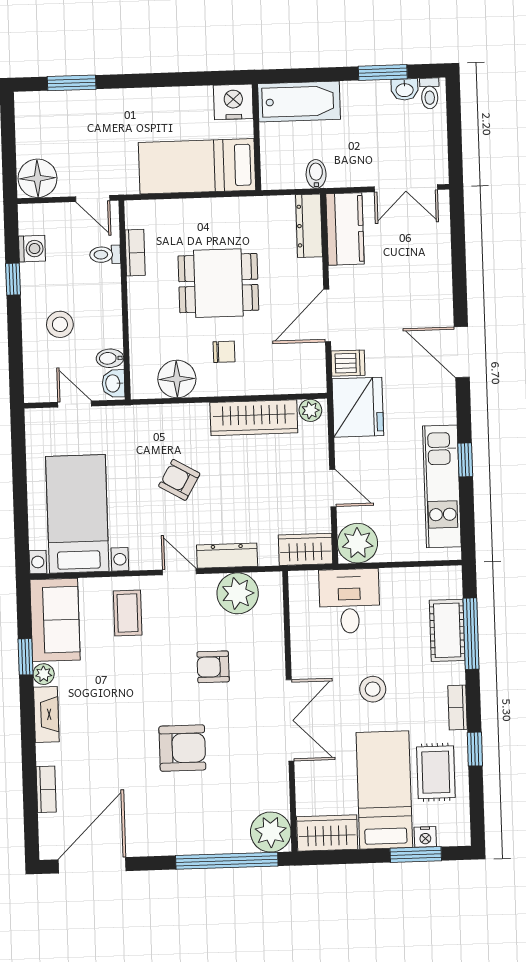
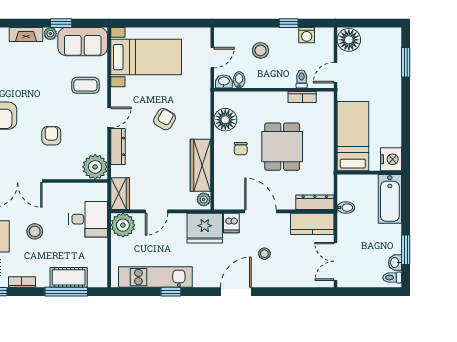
stool: (397, 307) -> (264, 254), added
plant: (238, 593) -> (95, 167), moved

